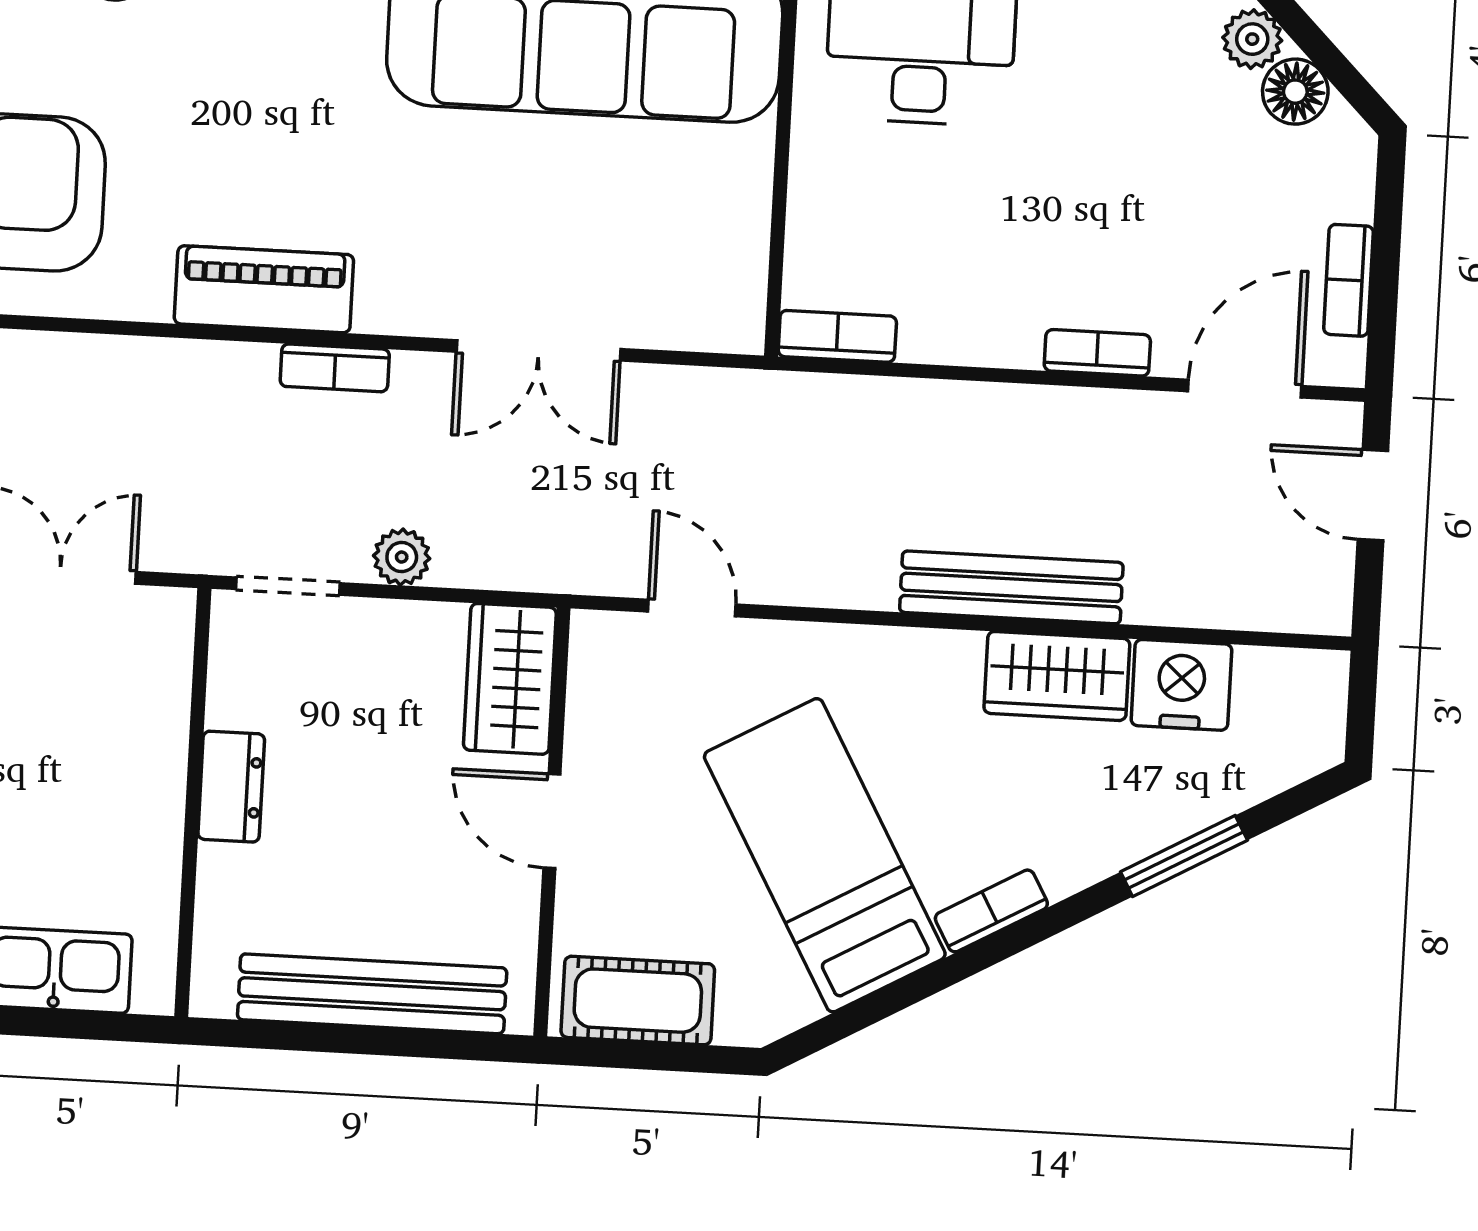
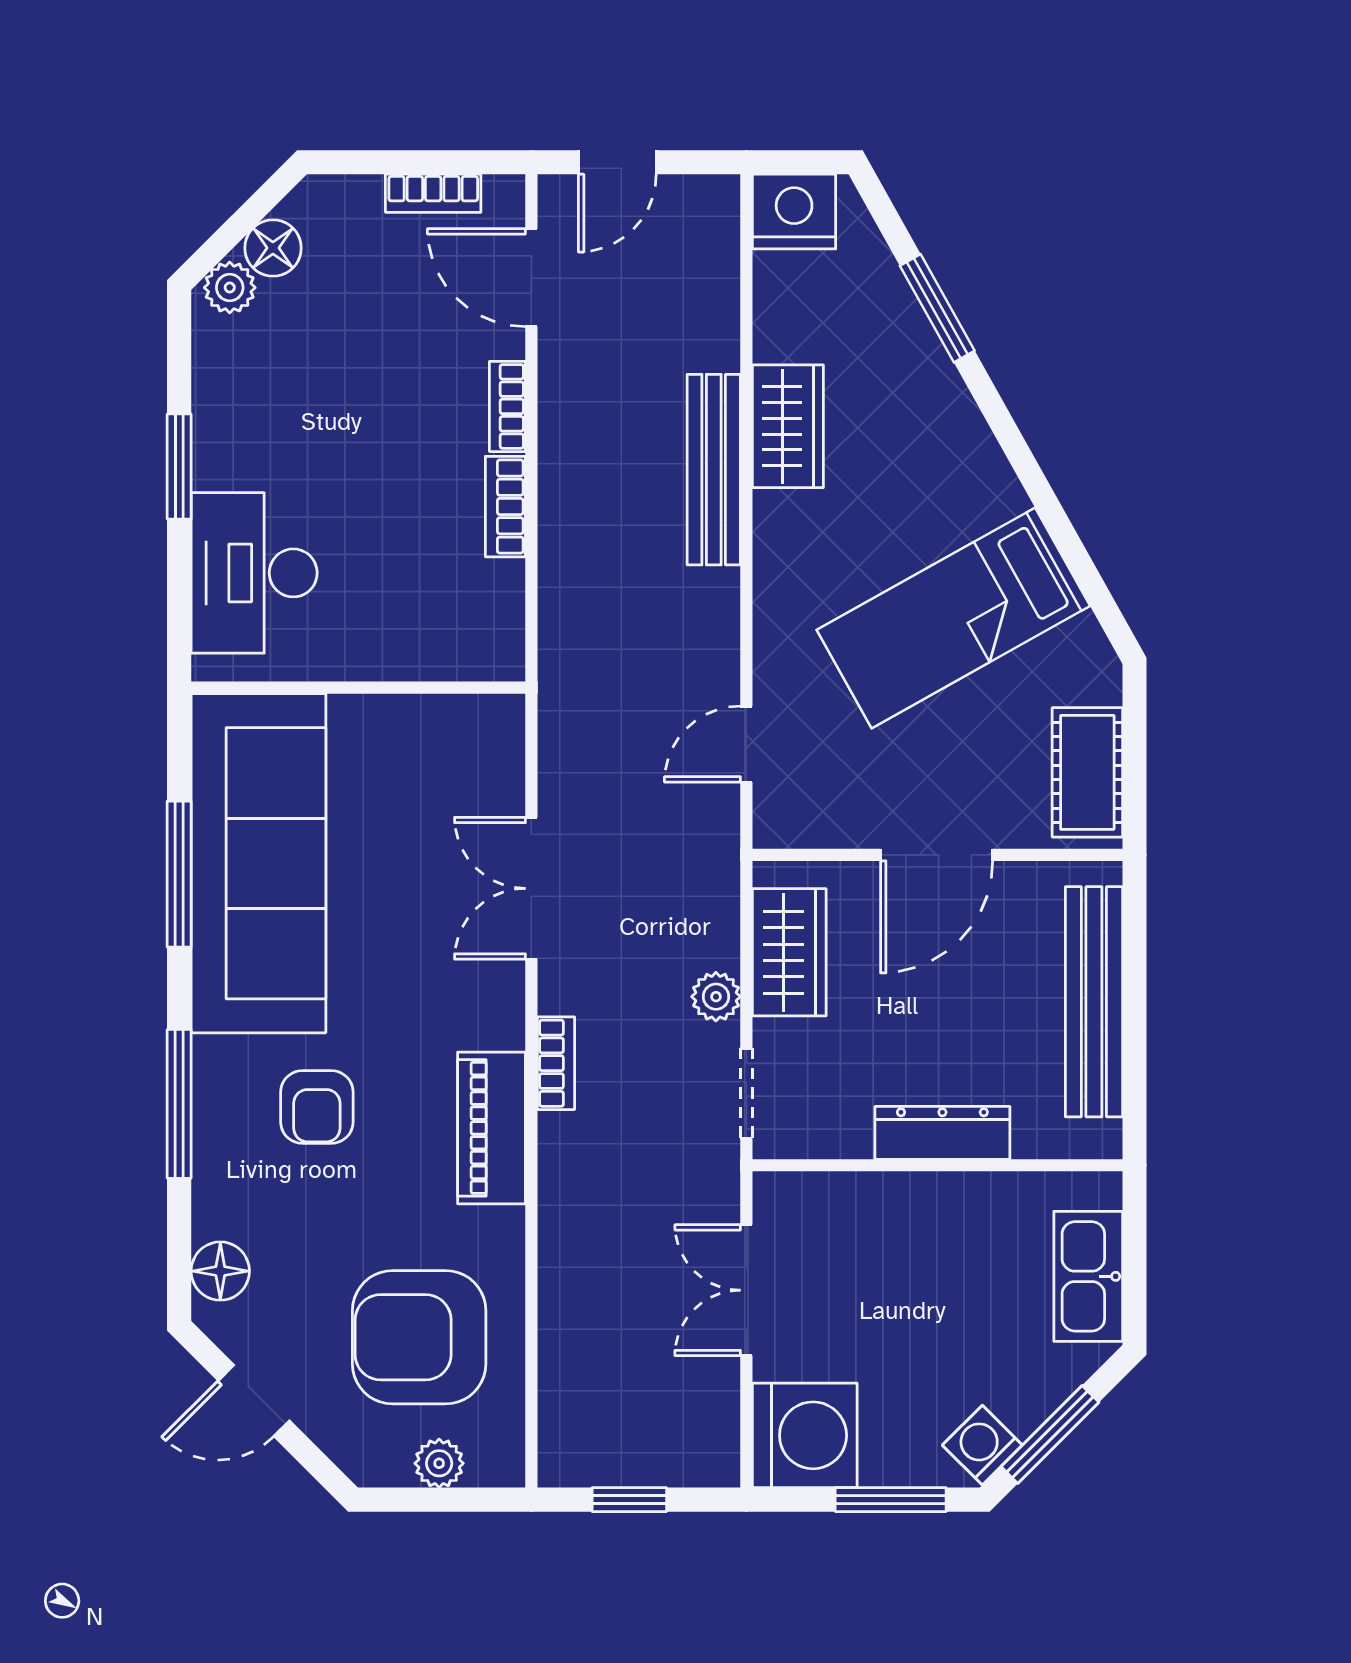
armchair: (299, 89) -> (317, 1107), added
bookcase: (837, 336) -> (505, 507), moved
double door: (539, 350) -> (531, 888), swing flipped
wardrobe: (510, 679) -> (789, 952), moved, turned -90
nightstand: (1181, 685) -> (794, 212), moved, turned 90
dresser: (231, 787) -> (942, 1133), width x1.44
door: (552, 821) -> (937, 855), width x1.38
bookcase: (991, 911) -> (994, 472), removed

